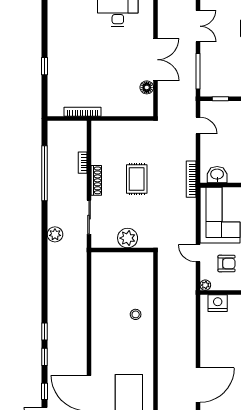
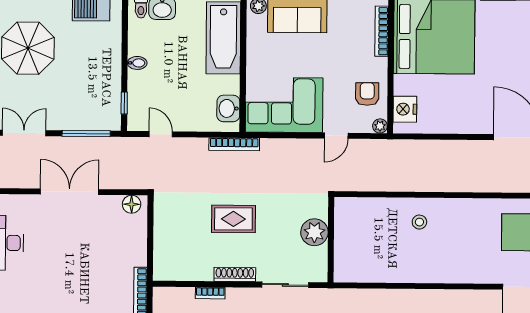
floor lamp: (147, 87) -> (132, 204), moved
door: (198, 126) -> (161, 134), hinge flipped
armchair: (227, 264) -> (367, 94), moved

